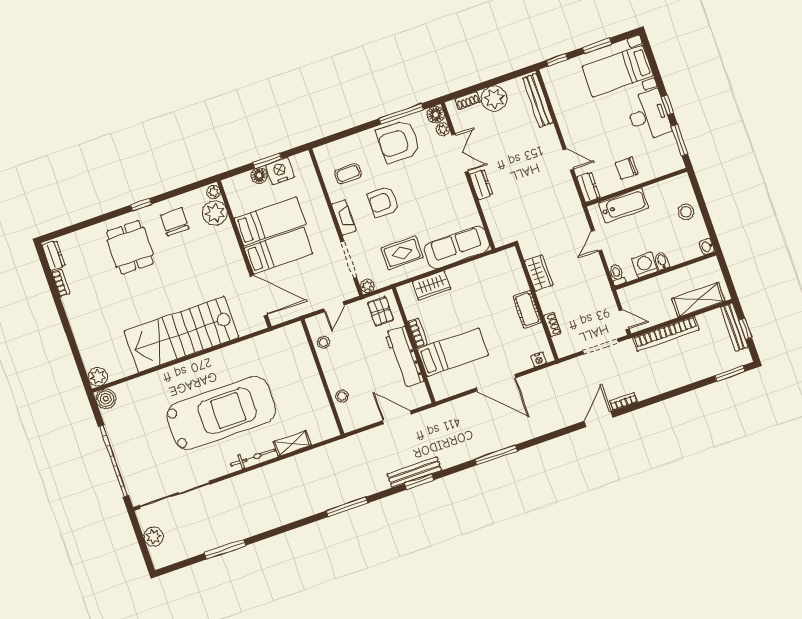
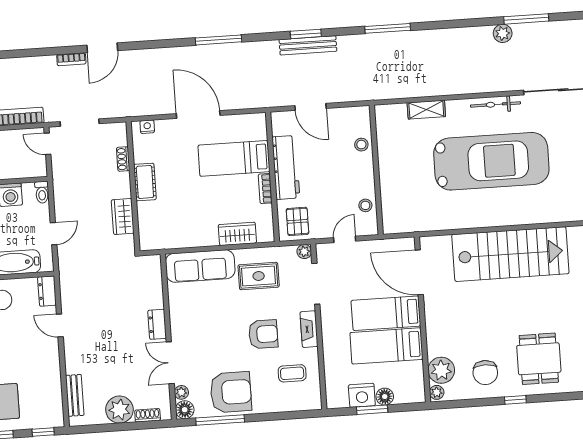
bench: (538, 100) -> (75, 395), width x0.73
car: (221, 413) -> (491, 161), turned 180
bicycle: (253, 458) -> (495, 104), moved
plant: (243, 531) -> (503, 33), added

